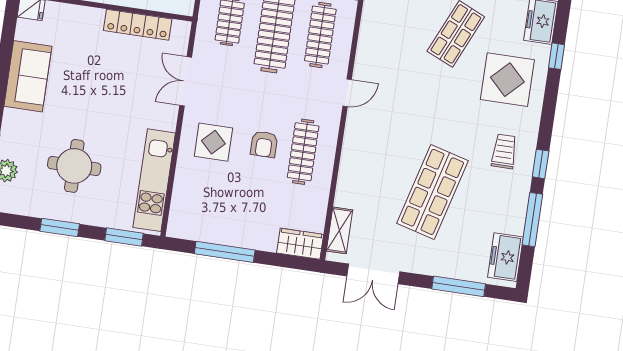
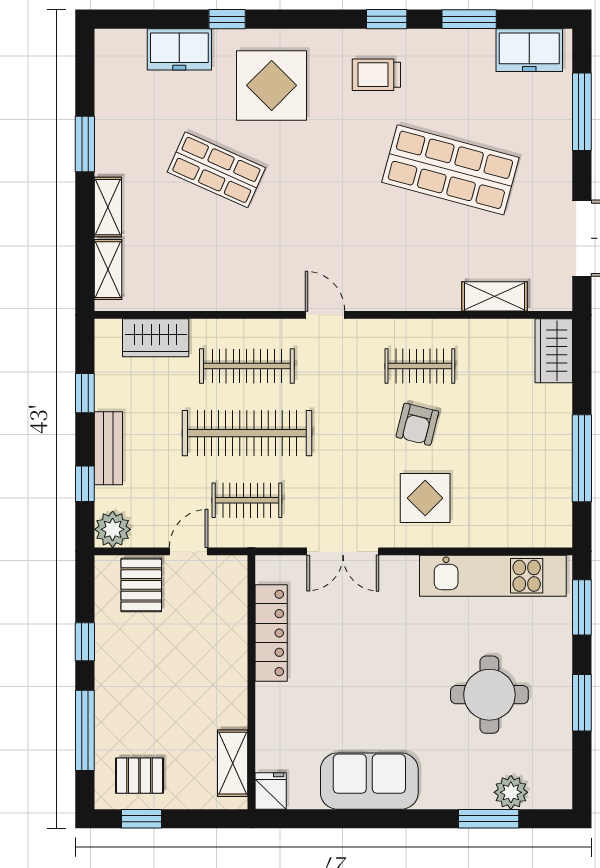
armchair: (264, 144) -> (417, 424), turned 104
clothes rail: (303, 152) -> (420, 366), width x0.73
window: (532, 220) -> (469, 19), width x0.69
shelving: (340, 230) -> (494, 296), moved

